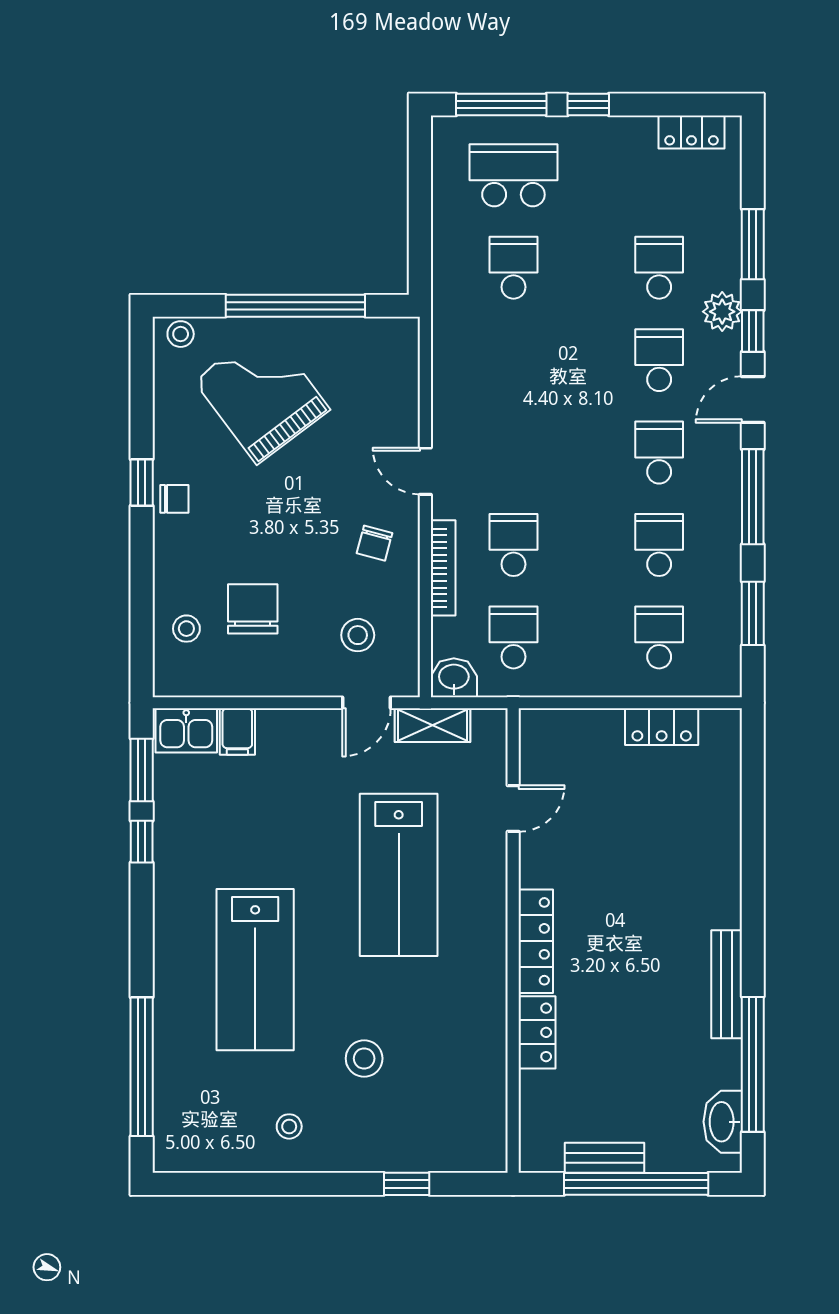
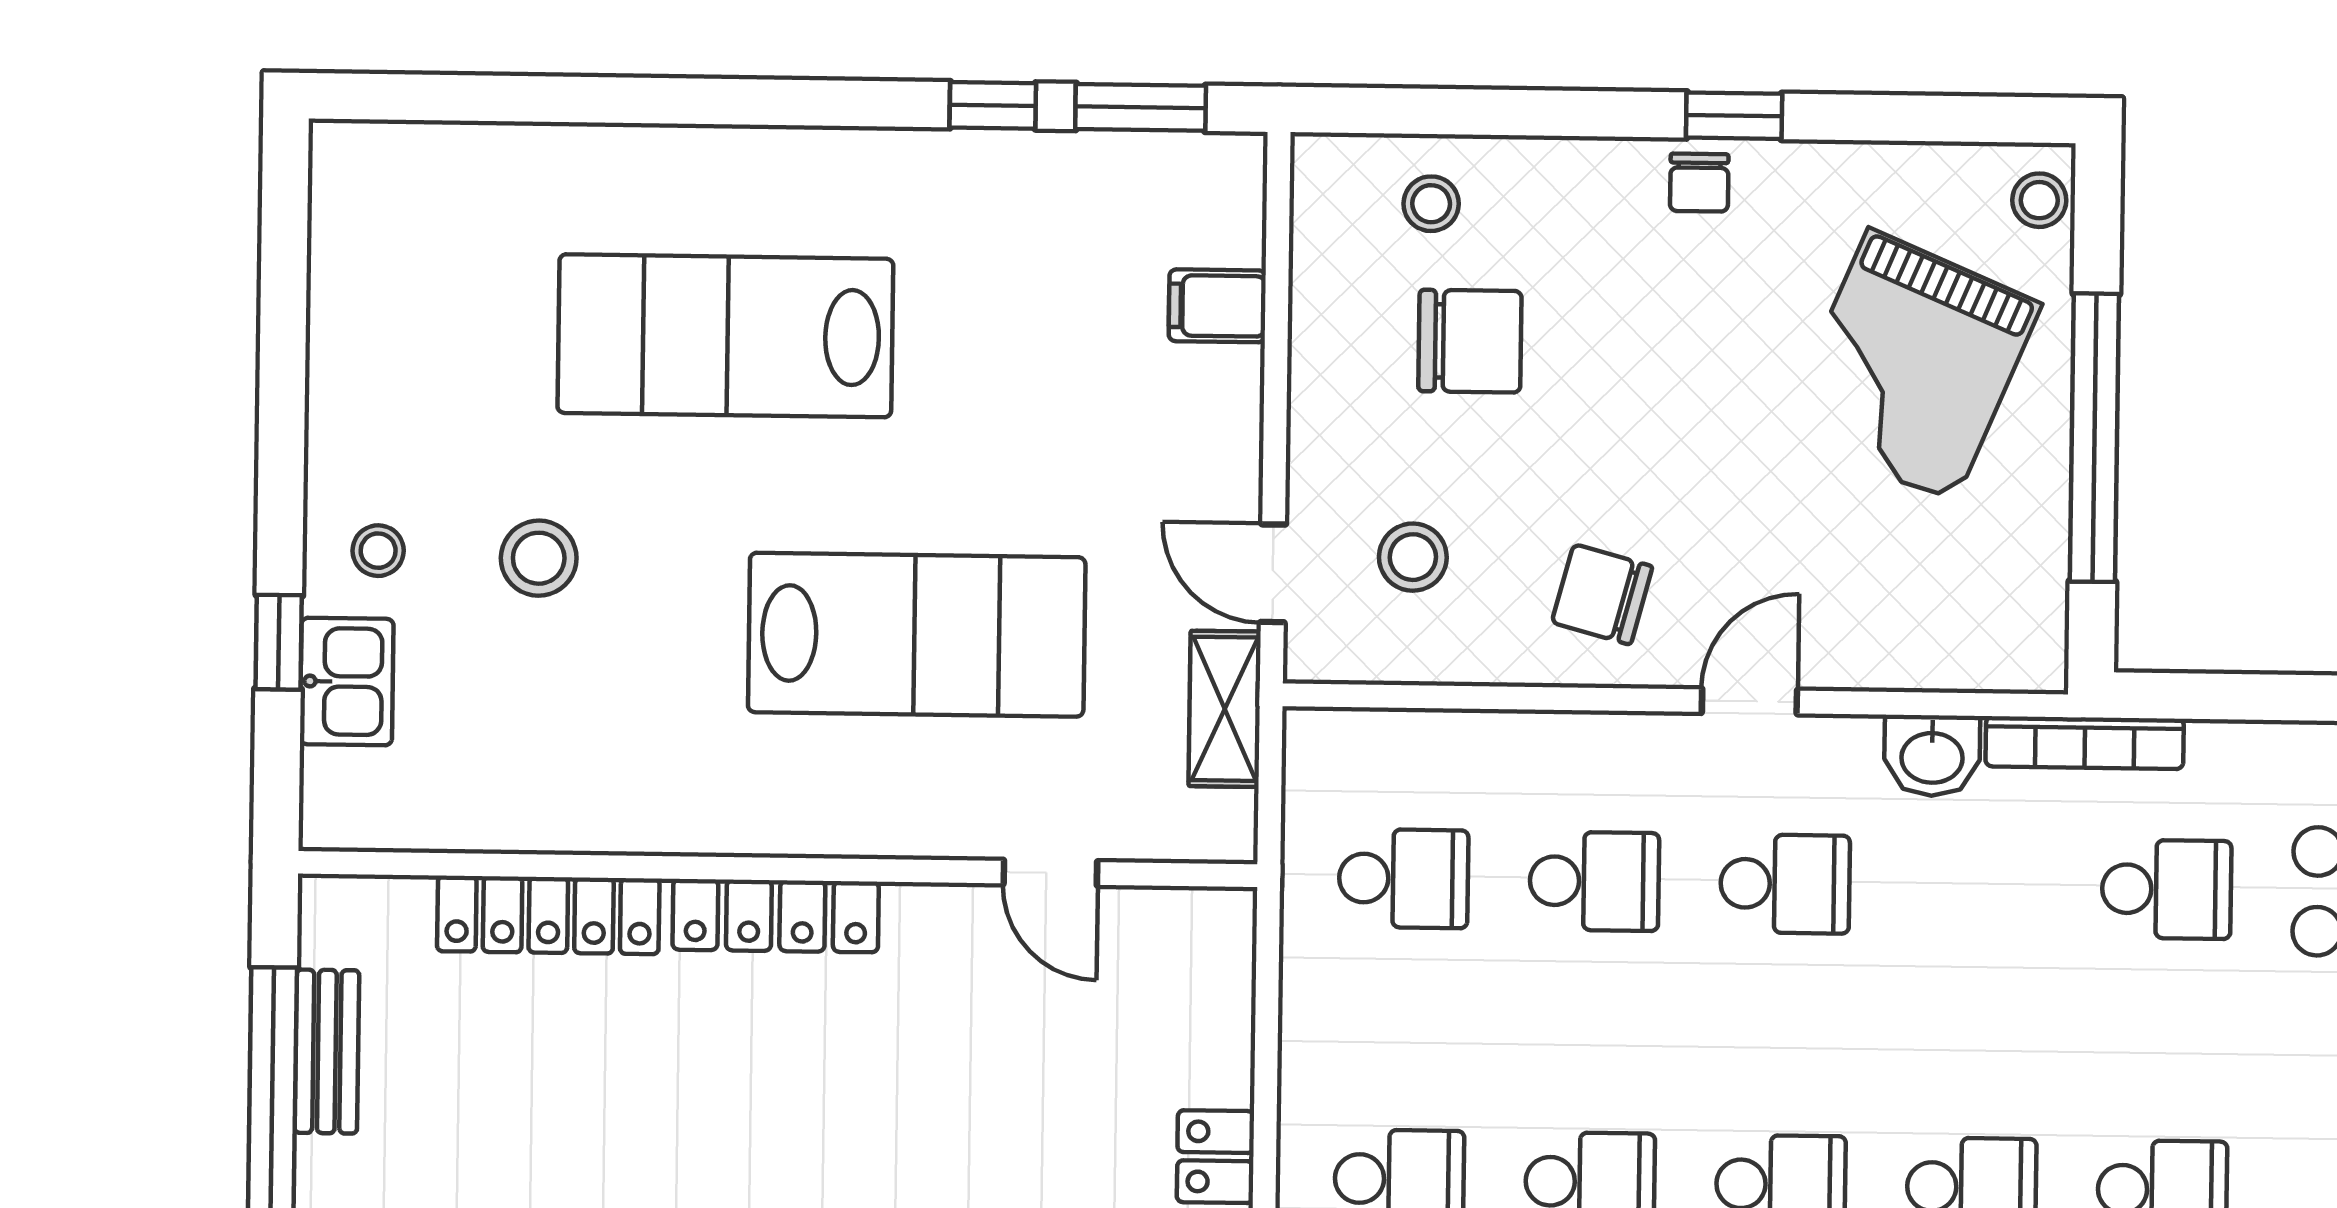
grand piano: (262, 395) -> (1911, 366), turned 150
school desk: (513, 453) -> (1785, 884), added
chair: (375, 543) -> (1602, 594), width x1.37, depth x1.37
bookcase: (443, 568) -> (2085, 743), moved
washbasin: (454, 678) -> (1932, 755), moved, turned 90
kitchen sink: (186, 730) -> (347, 682), moved, turned 180
lab bench: (399, 875) -> (917, 635), turned 180
locker: (537, 1032) -> (548, 915), width x1.53
window: (142, 1067) -> (528, 99), removed
stool: (289, 1126) -> (378, 551), moved

